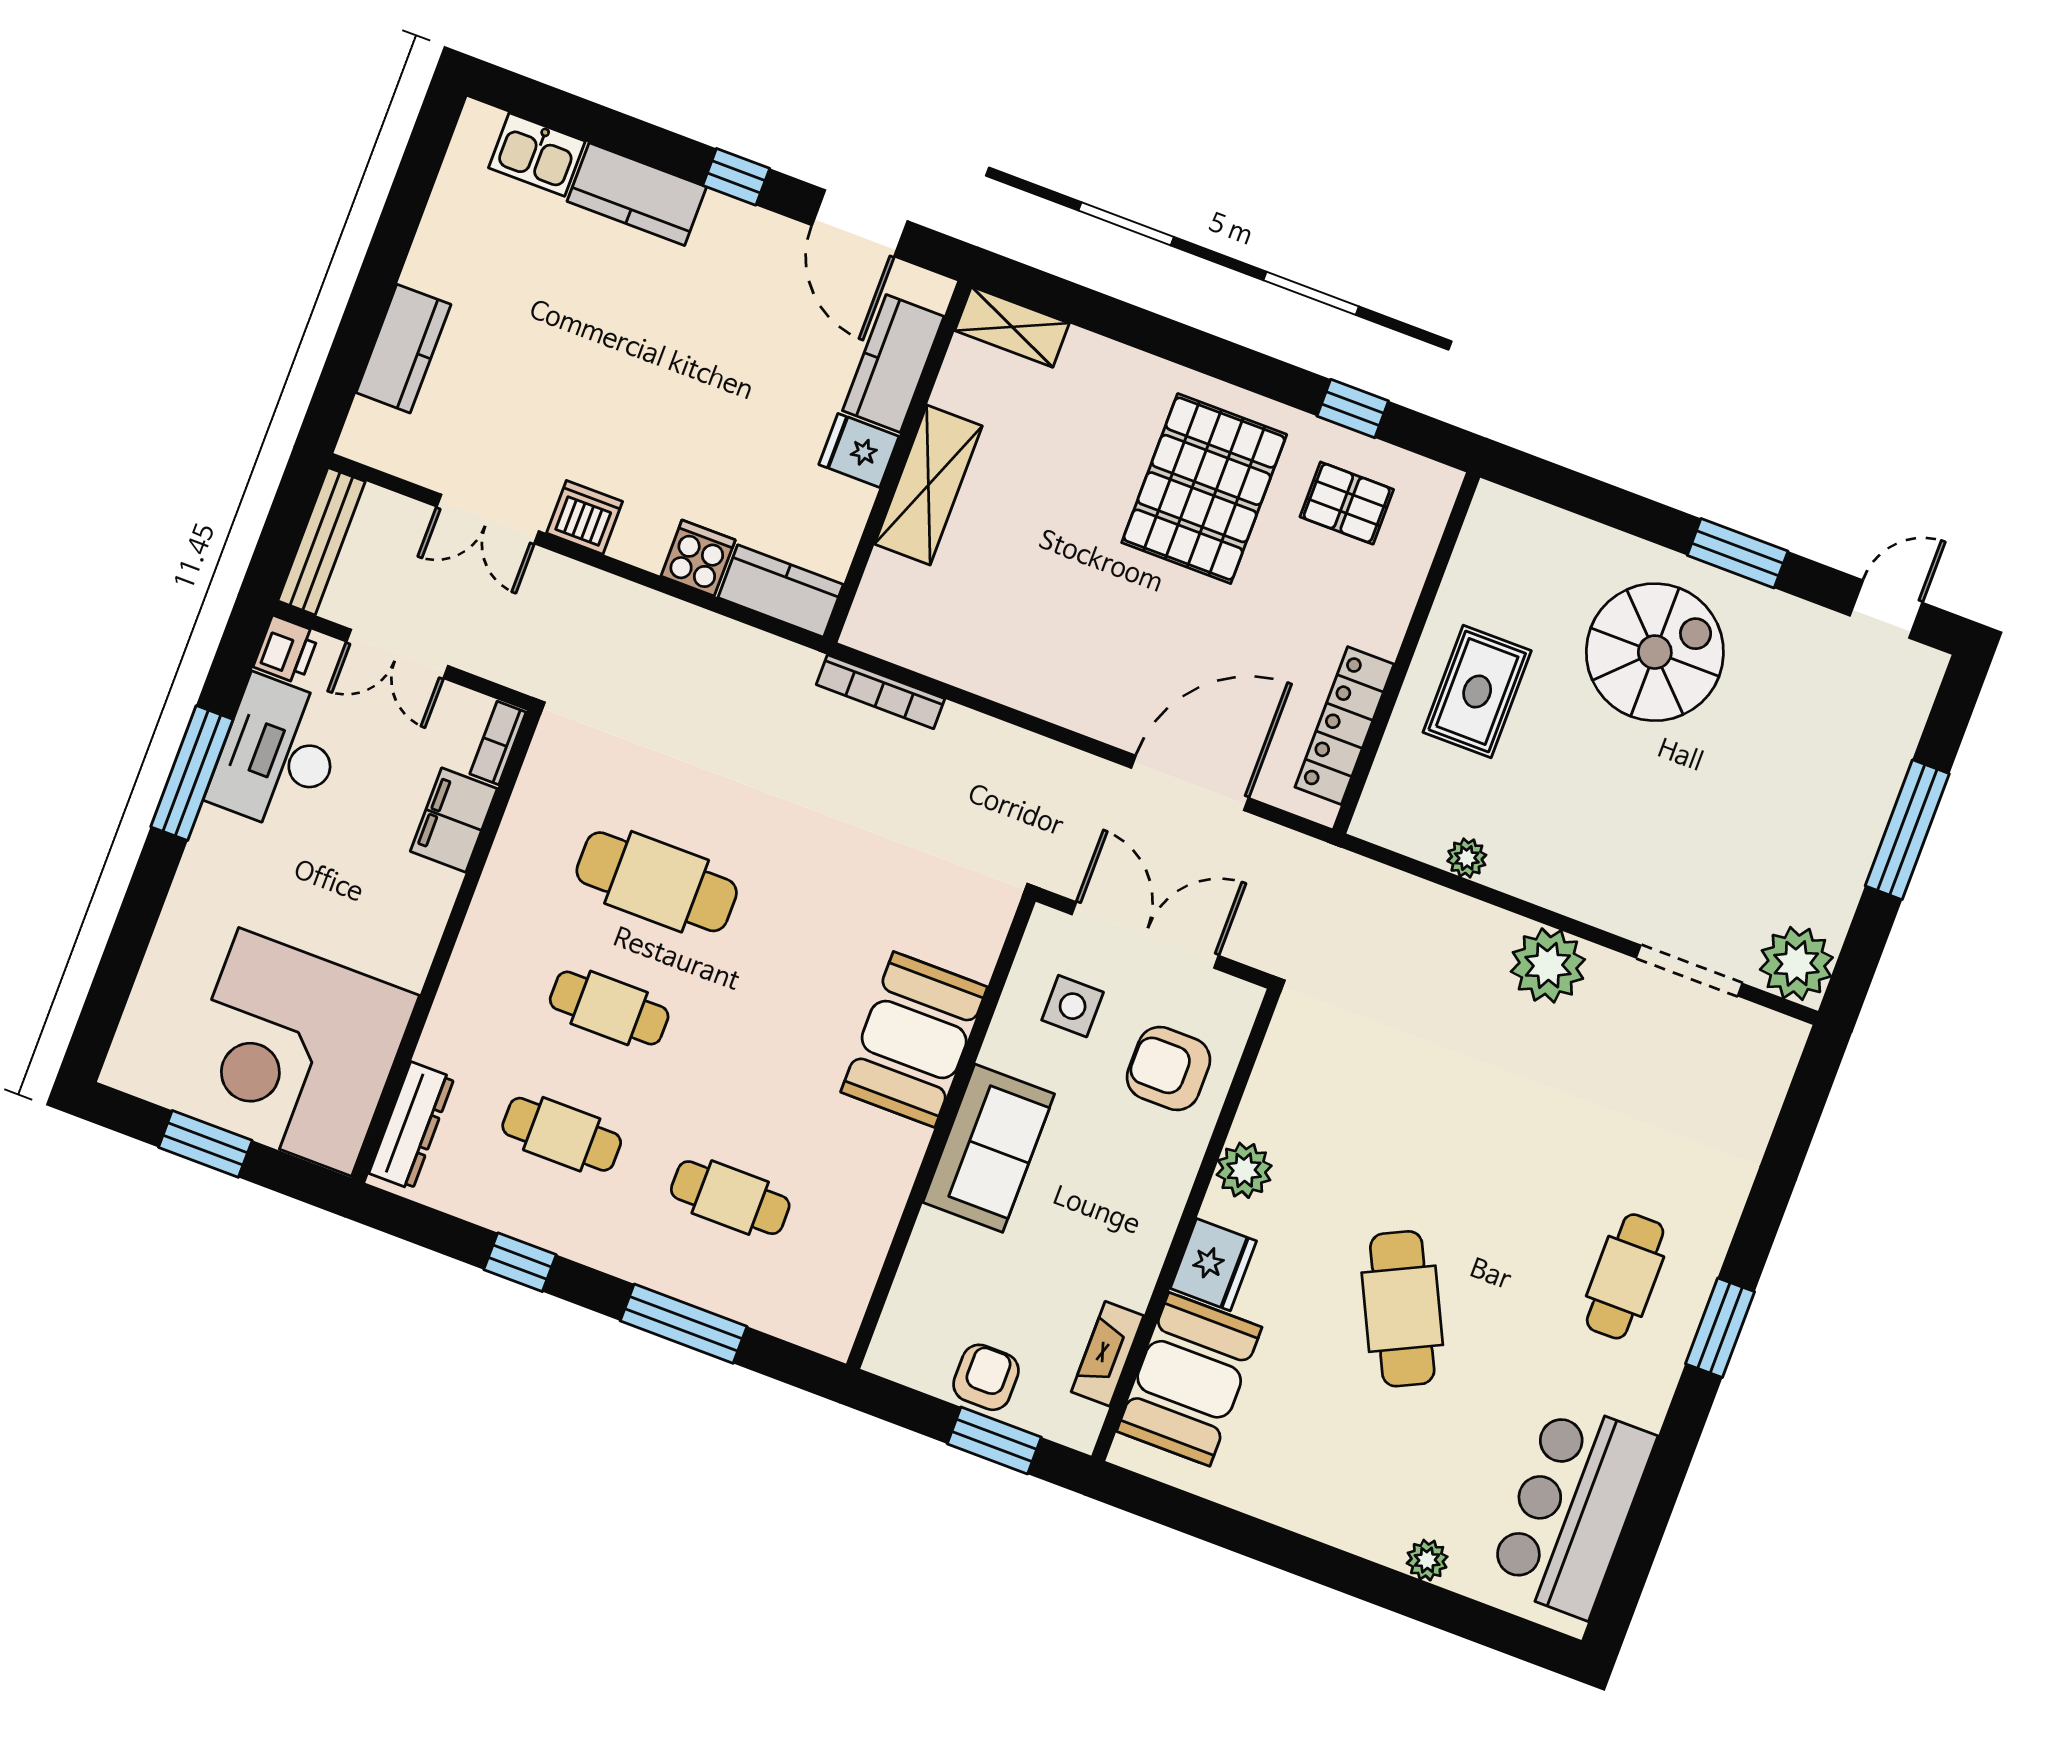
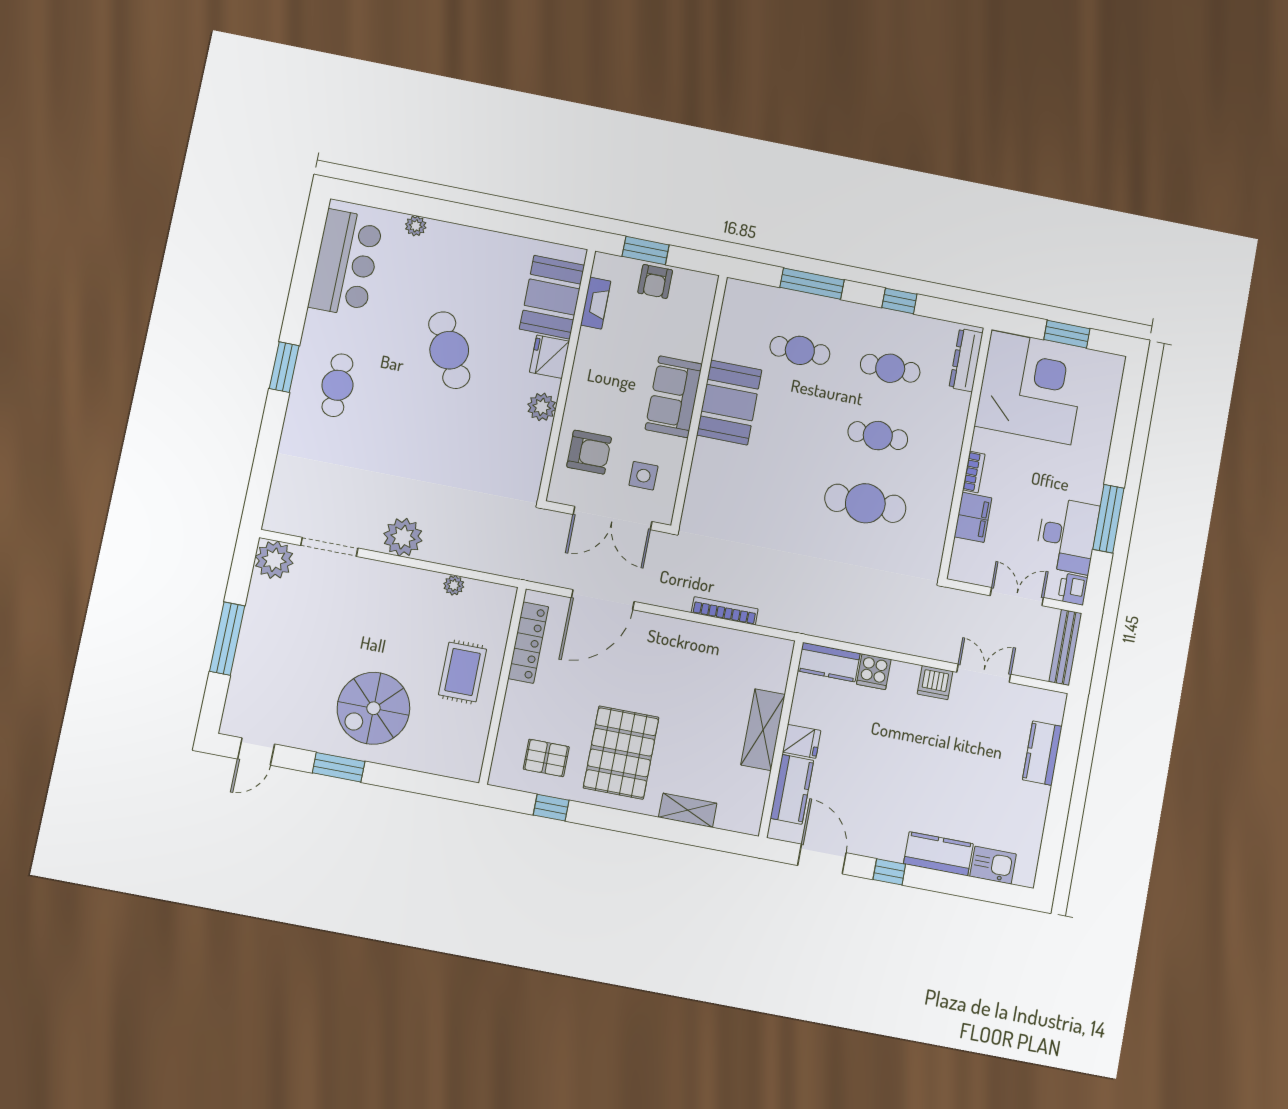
shelving: (1012, 327) -> (688, 810), moved
bookcase: (881, 692) -> (725, 611), moved
bookcase: (498, 743) -> (974, 472), moved
booth: (914, 1039) -> (729, 403), moved

